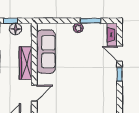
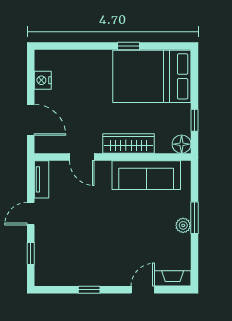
window: (91, 21) -> (194, 218), moved
floor lamp: (16, 29) -> (182, 144), moved
window: (120, 74) -> (89, 290), moved

